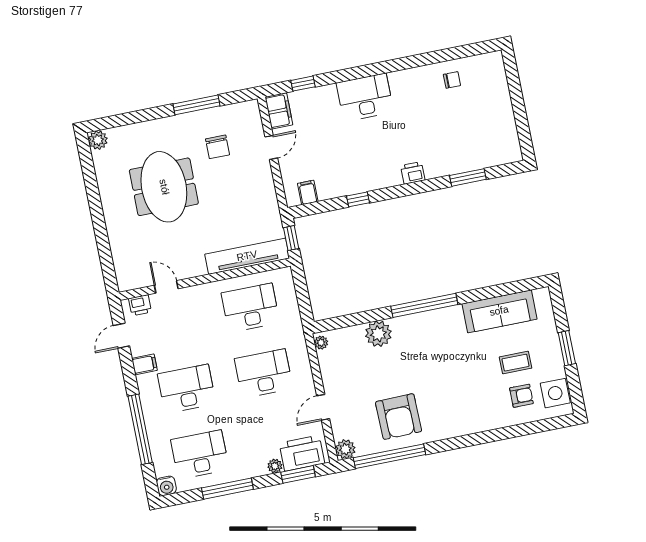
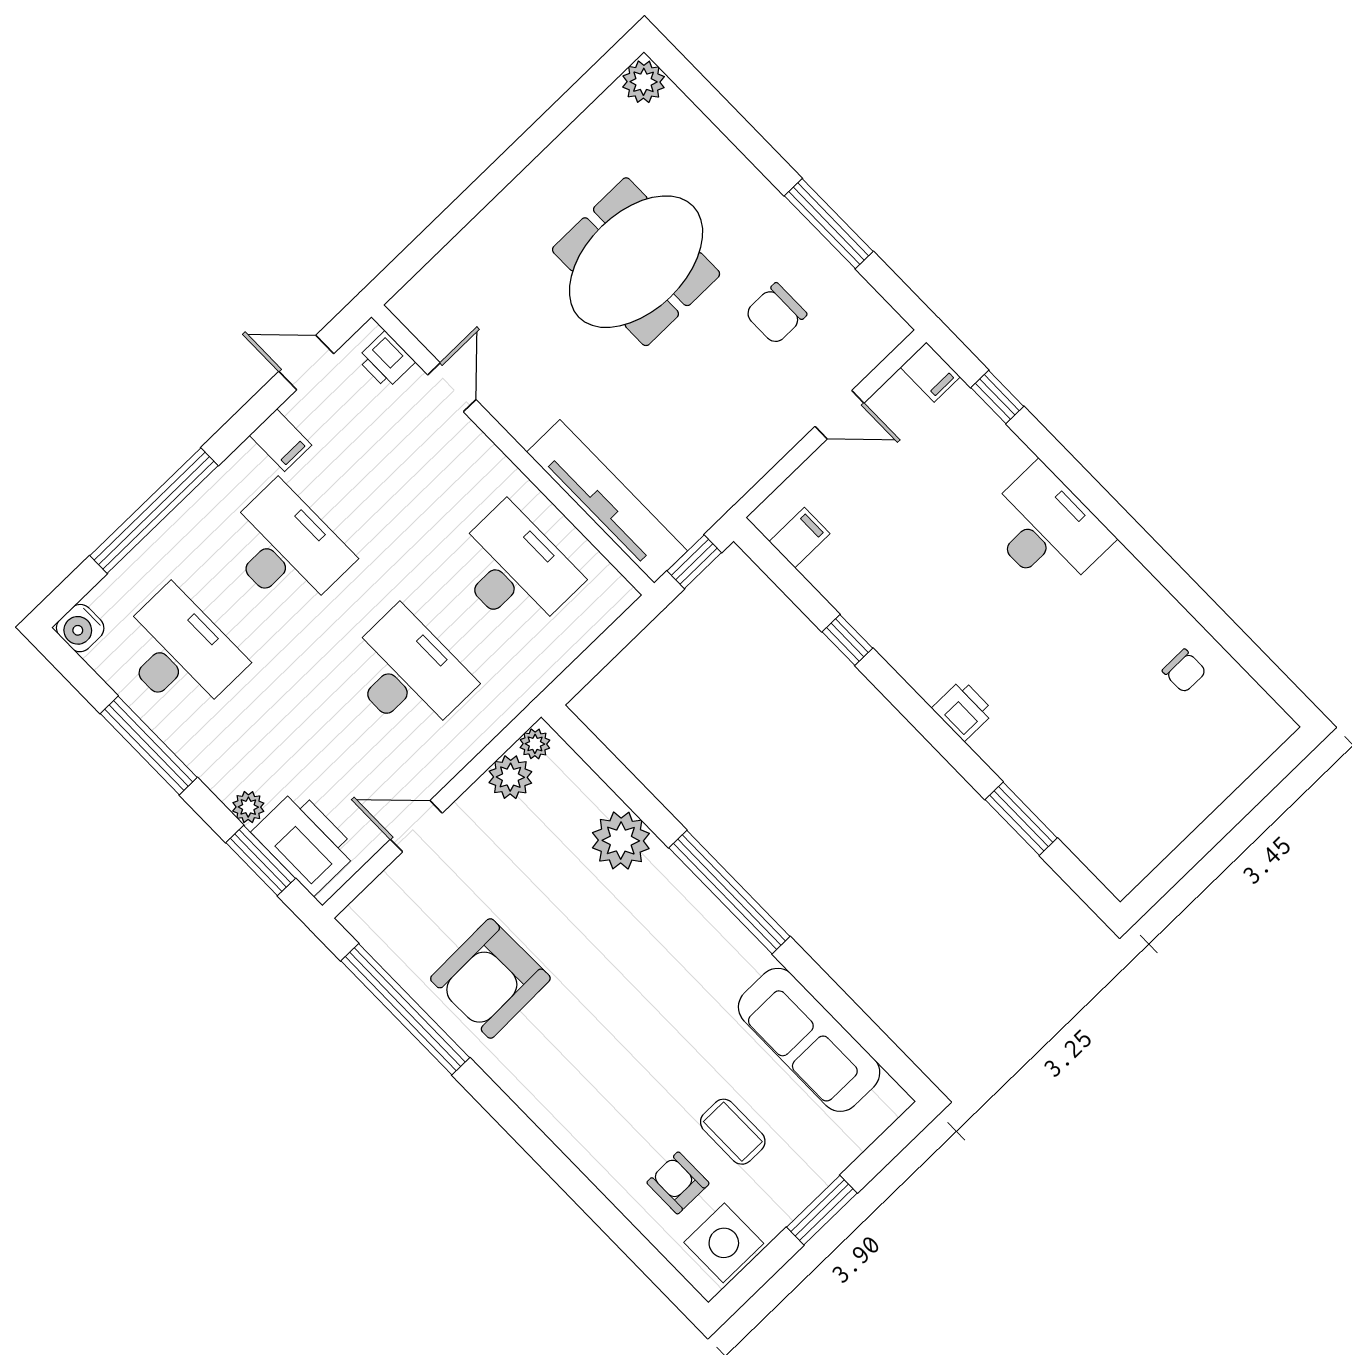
filing cabinet: (279, 111) -> (930, 372), width x0.50
armchair: (521, 396) -> (678, 1183), turned 180
plant: (345, 449) -> (510, 777), moved

